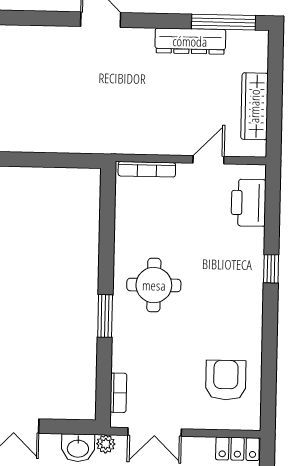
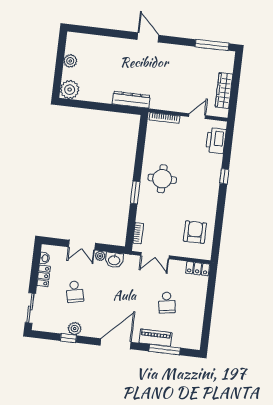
dresser: (190, 41) -> (131, 100), moved, turned 180
plant: (106, 444) -> (100, 256), moved

